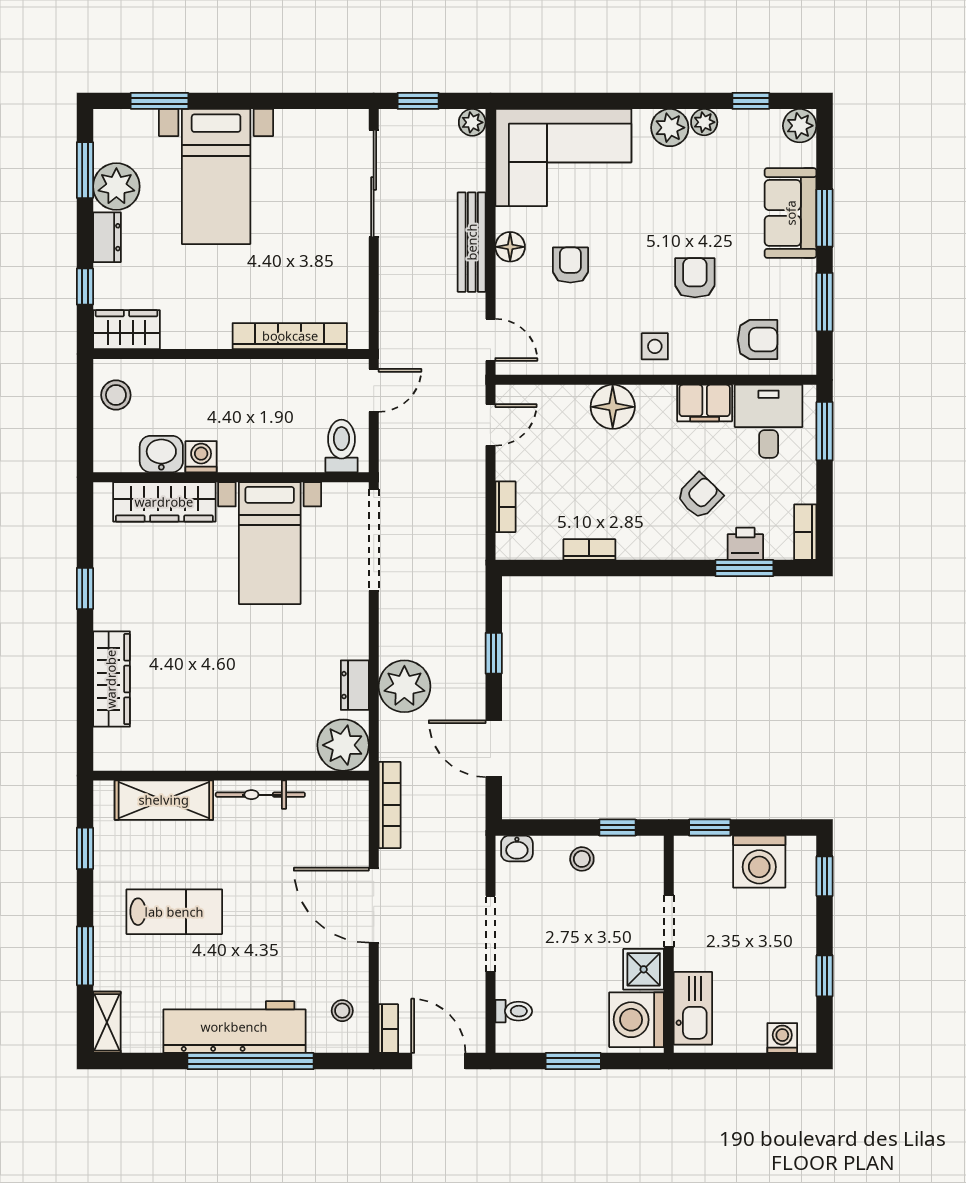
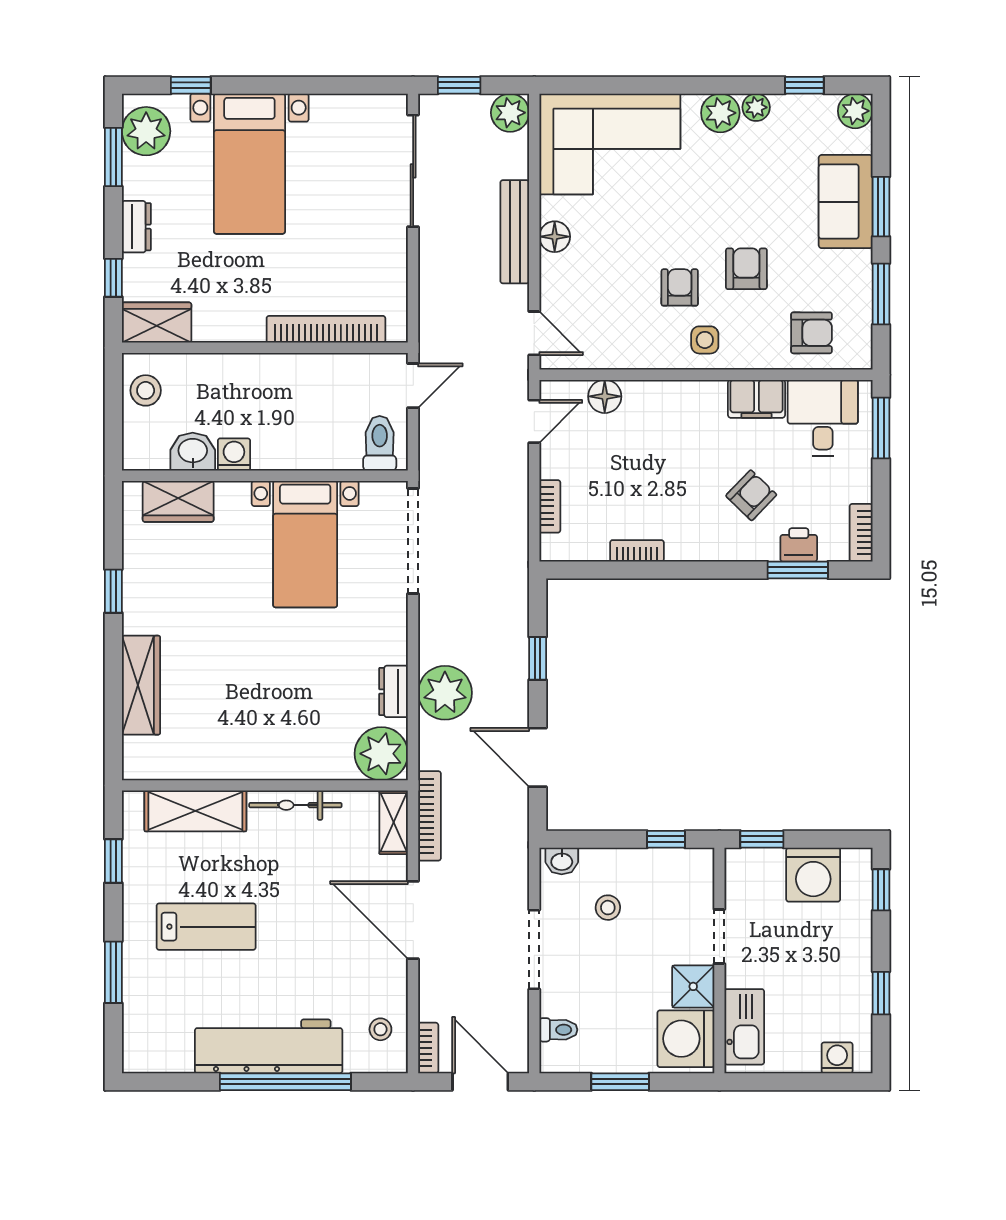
window: (159, 101) -> (191, 85), width x0.67
plant: (472, 122) -> (510, 113), width x1.38, depth x1.38
plant: (116, 186) -> (146, 131), moved
armchair: (570, 265) -> (680, 287), moved
floor lamp: (613, 407) -> (605, 396), moved, width x0.73, depth x0.73
wardrobe: (164, 502) -> (178, 501), width x0.67
stool: (582, 859) -> (608, 908), moved
shelving: (107, 1022) -> (394, 822), moved

